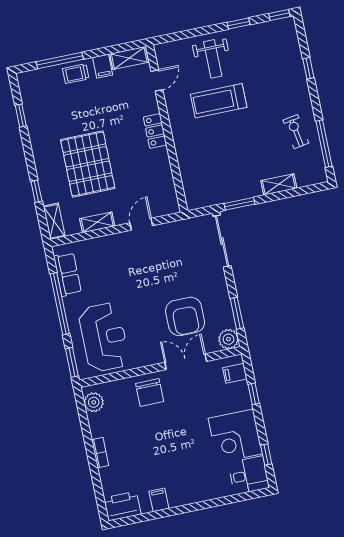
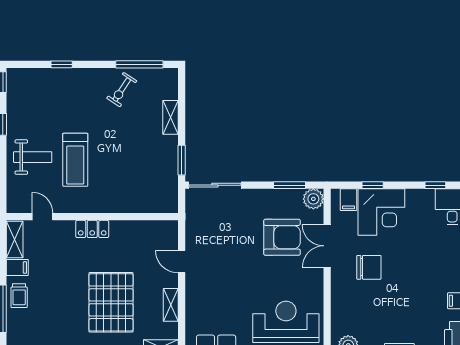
exercise bike: (296, 132) -> (122, 90), turned -47
pallet: (88, 164) -> (111, 302), turned 90
chair: (150, 393) -> (369, 267), moved
corner desk: (235, 436) -> (381, 212), moved

